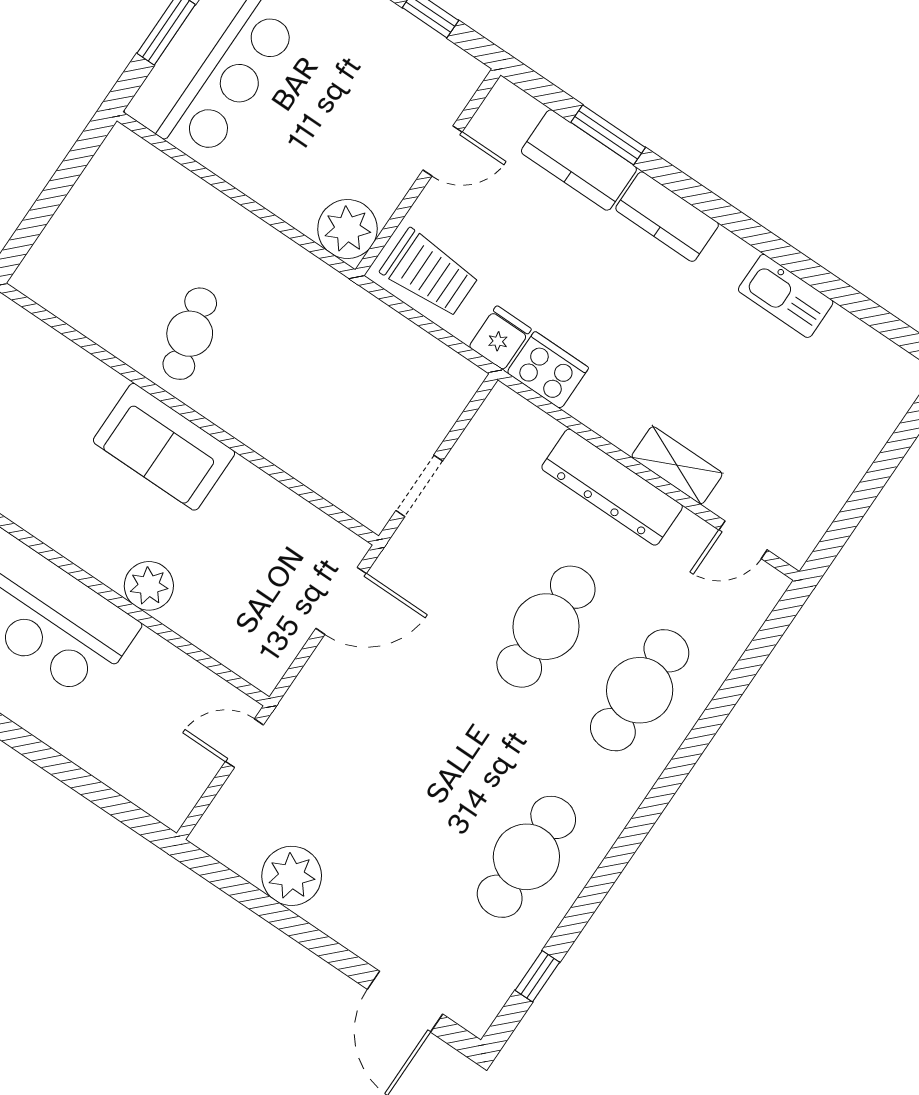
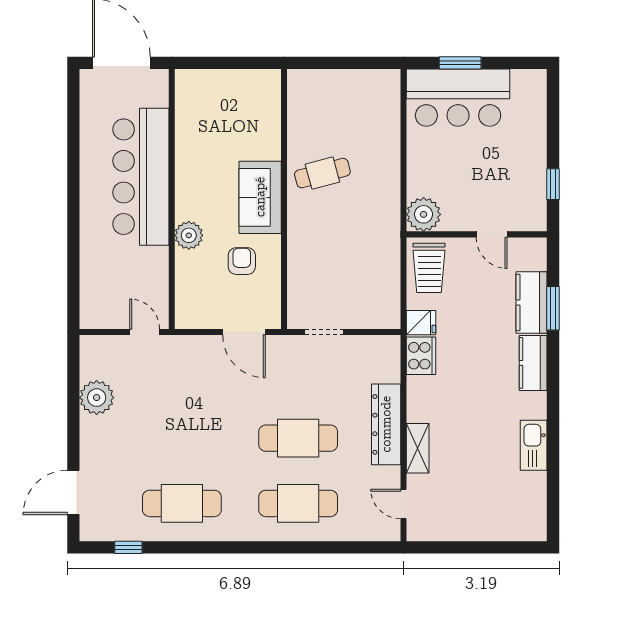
armchair: (237, 535) -> (242, 261), added

